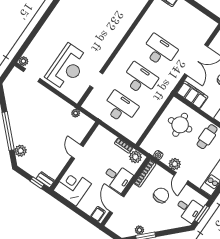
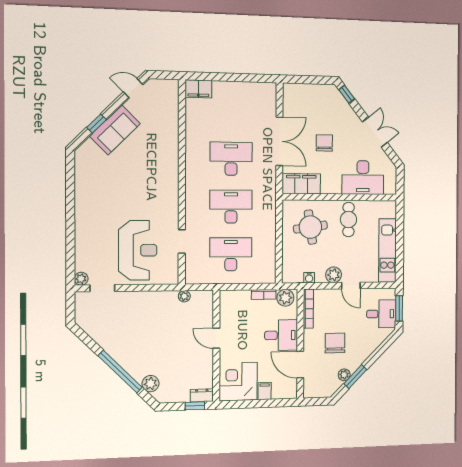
chair: (161, 195) -> (335, 343), moved
filing cabinet: (98, 214) -> (265, 391), moved

